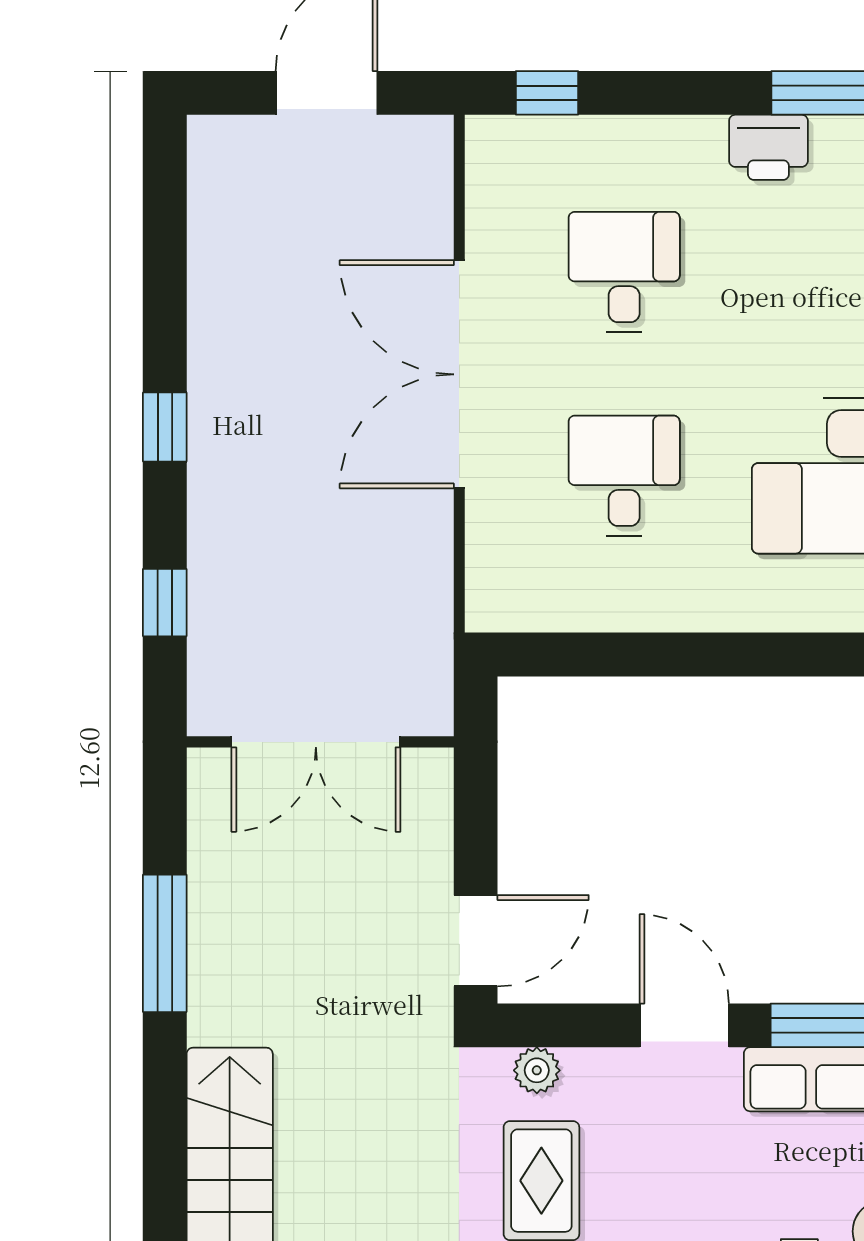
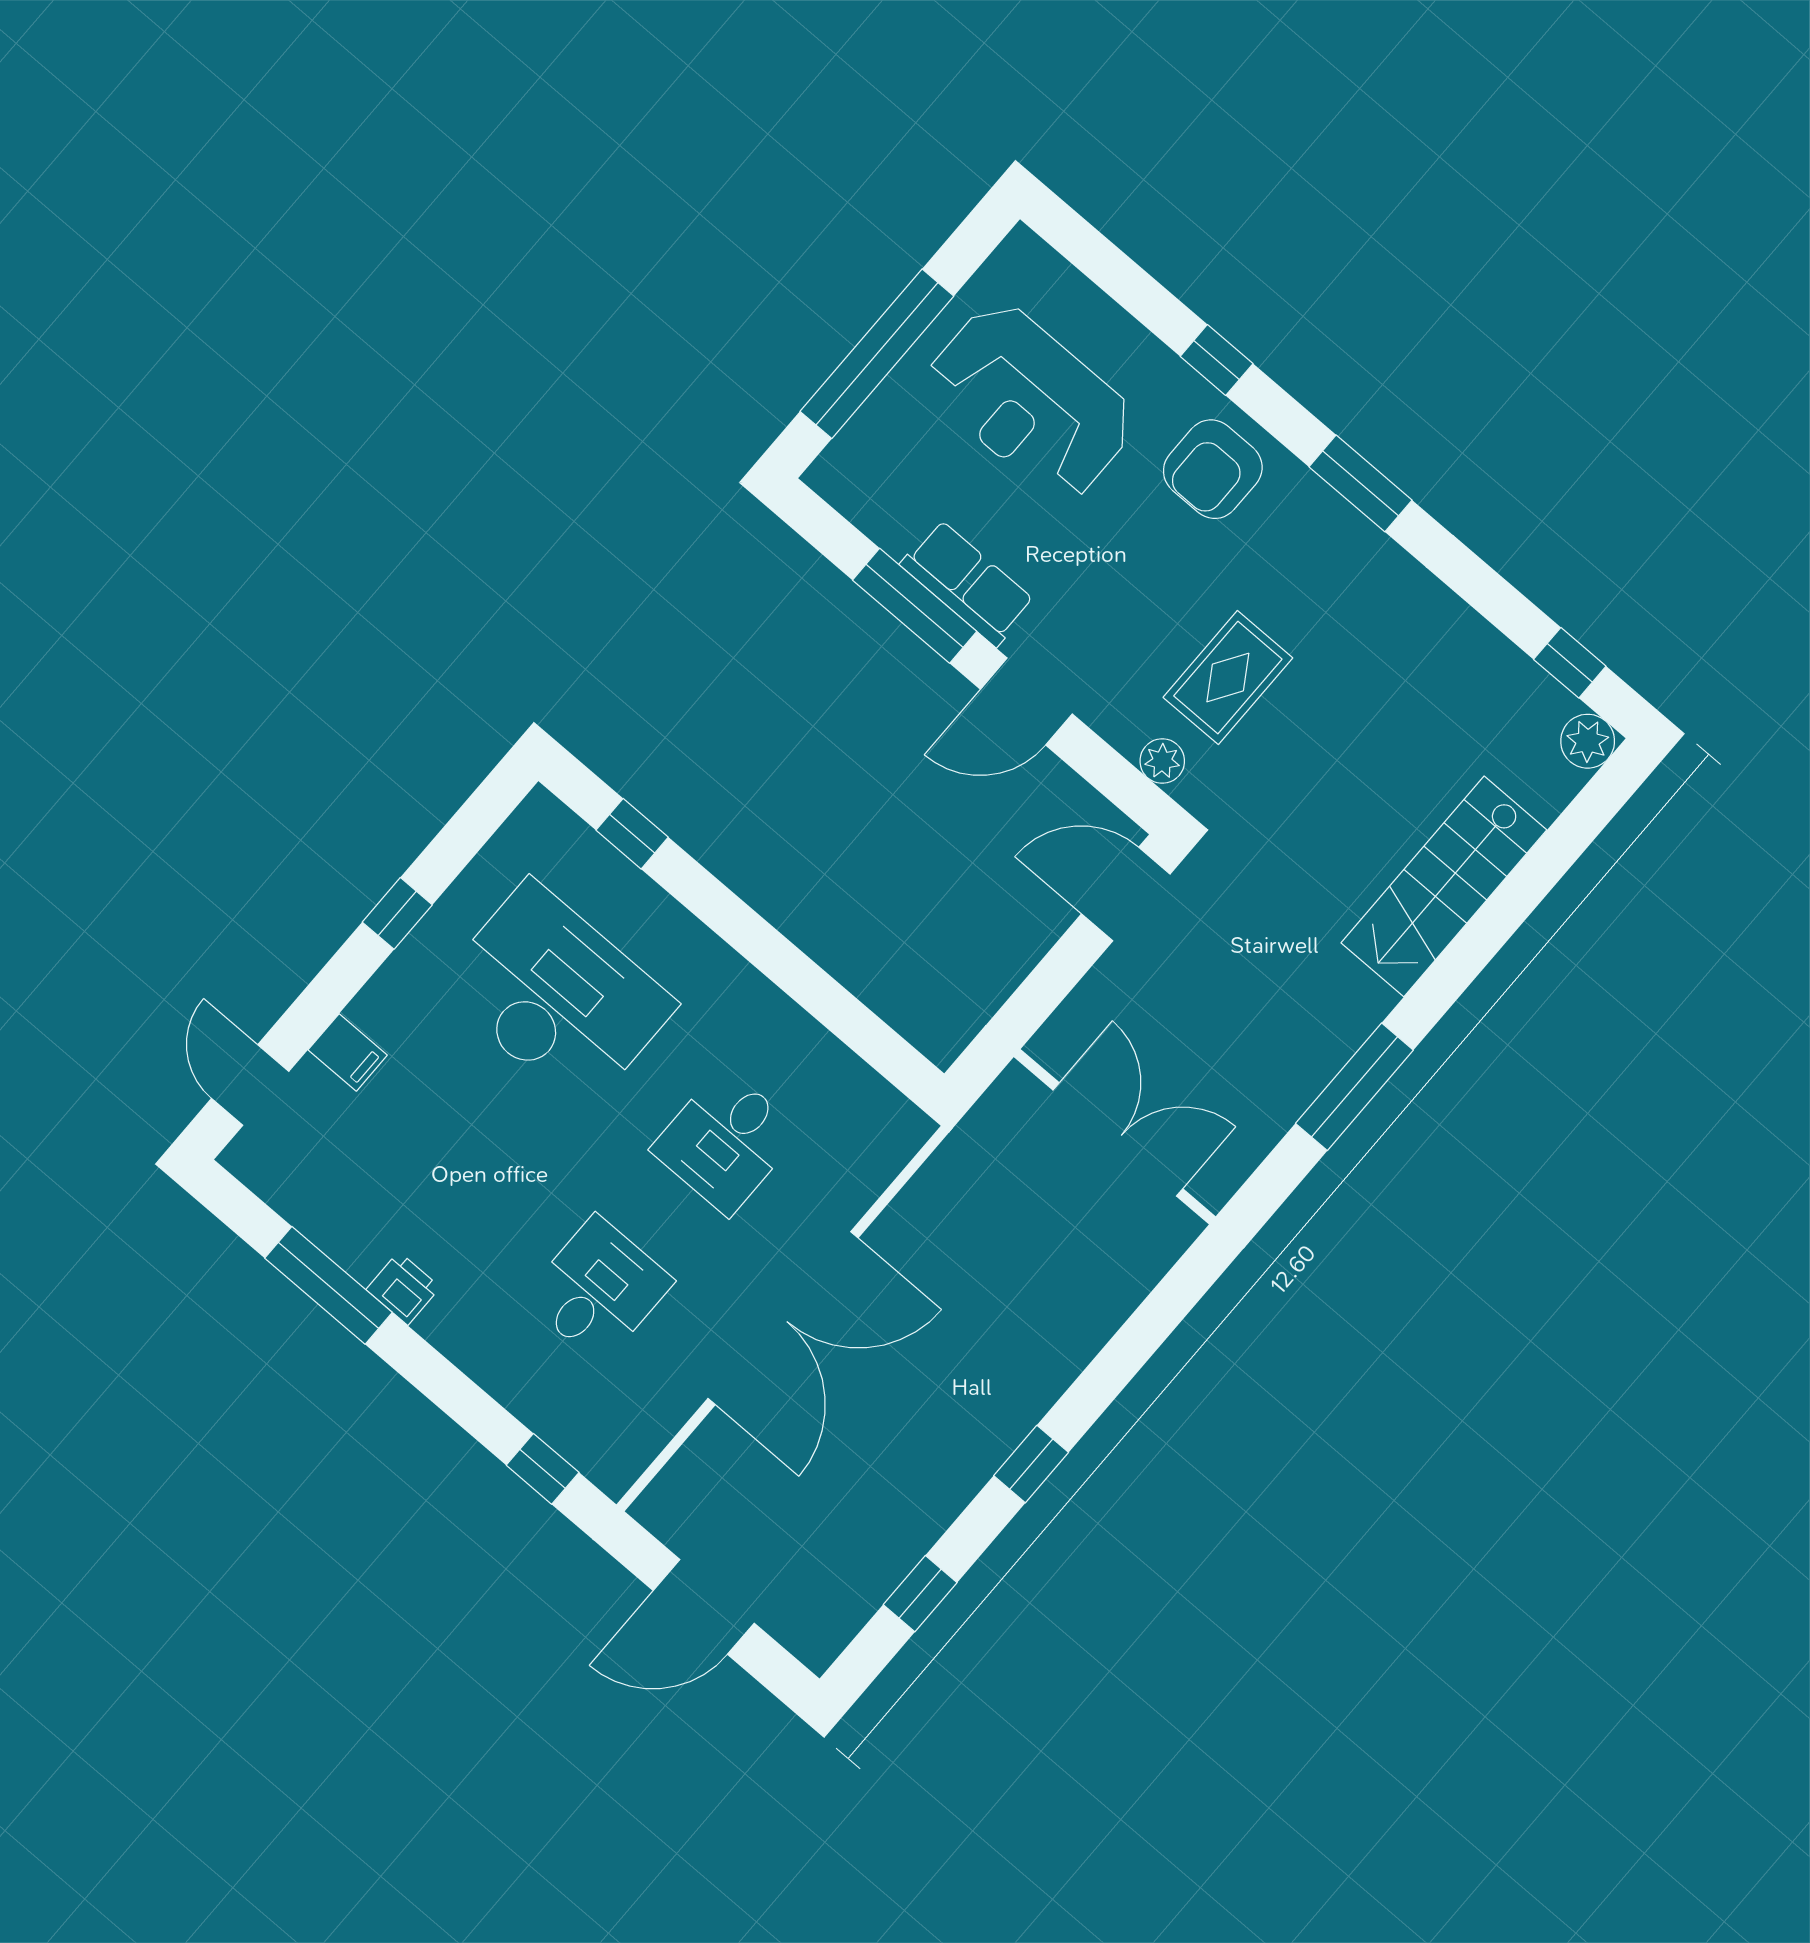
printer: (768, 147) -> (403, 1288), width x0.73, depth x0.81
desk: (624, 272) -> (598, 1290), turned 180
window: (165, 603) -> (920, 1594), moved
door: (684, 1025) -> (1026, 702), hinge flipped

